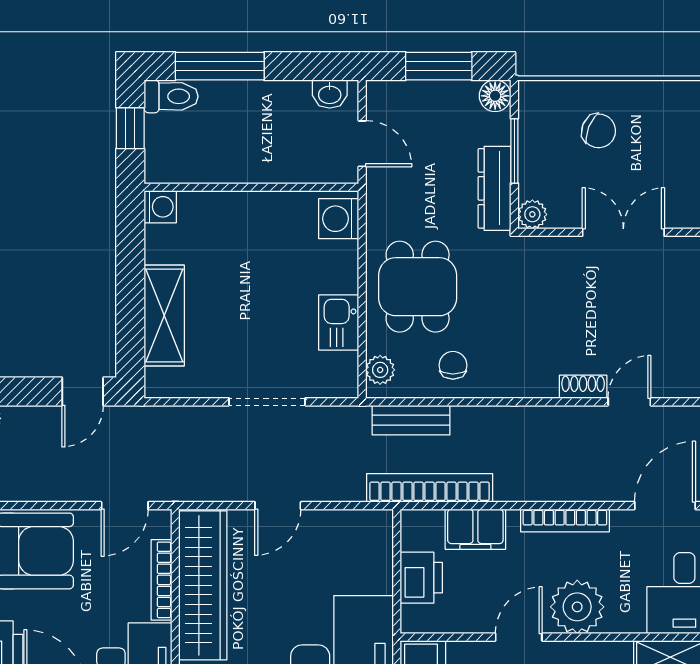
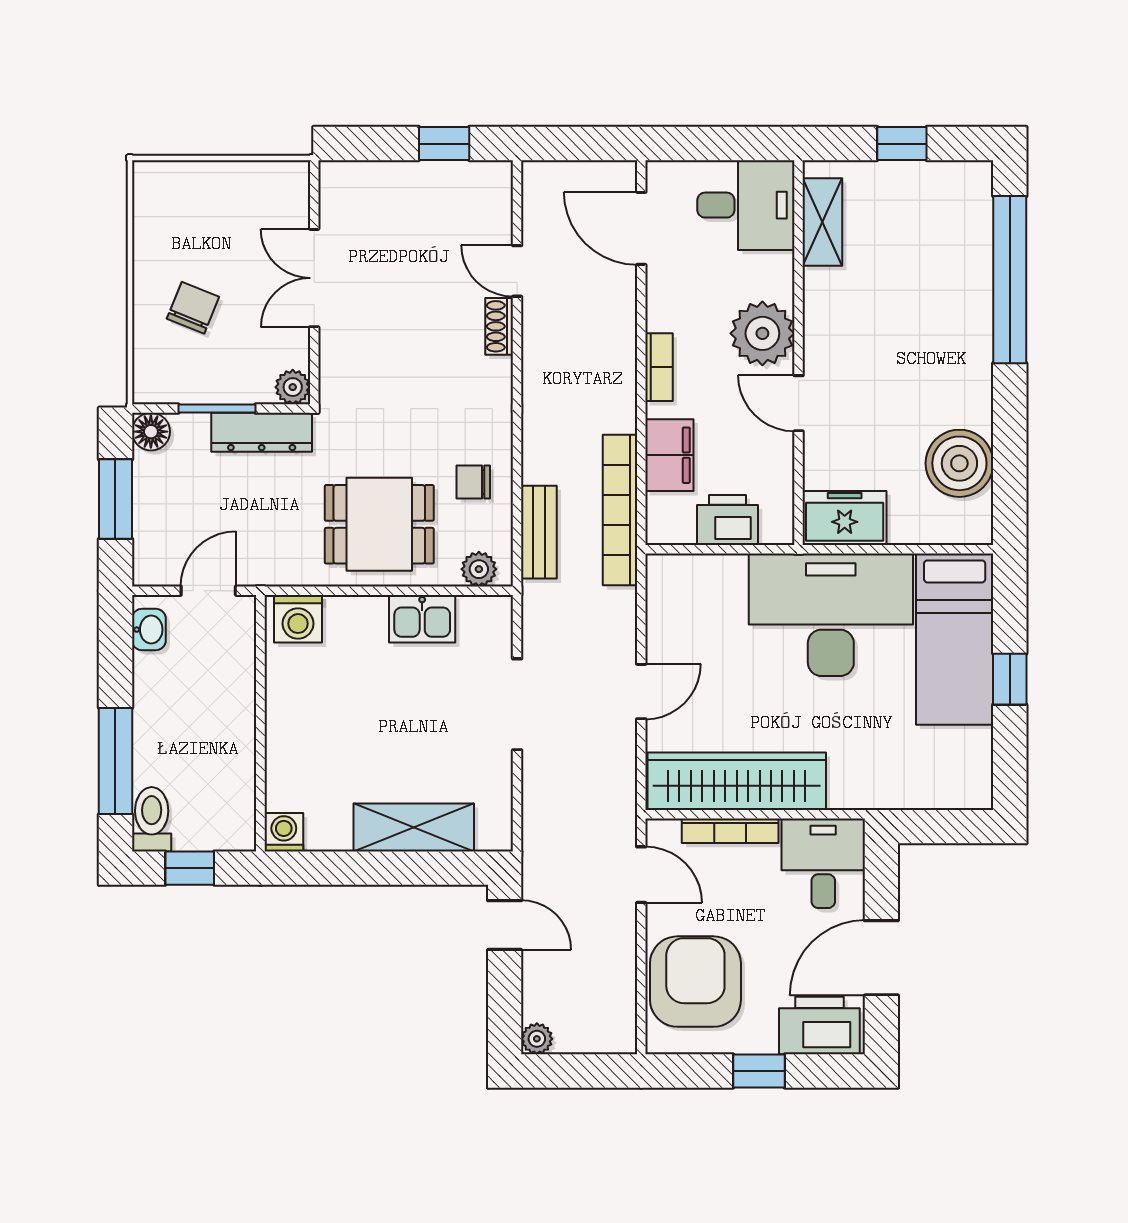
door: (278, 506) -> (641, 692), hinge flipped
bookcase: (565, 520) -> (659, 367), width x0.64

